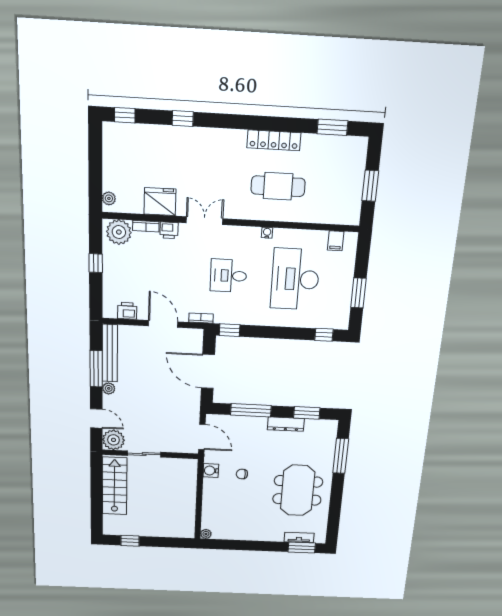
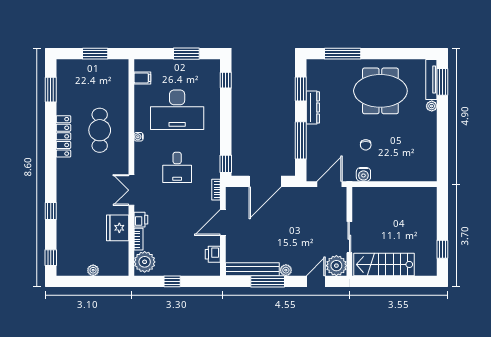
plant: (109, 198) -> (93, 270), moved
plant: (206, 534) -> (432, 106), moved
tv unit: (299, 538) -> (431, 80), width x1.41

